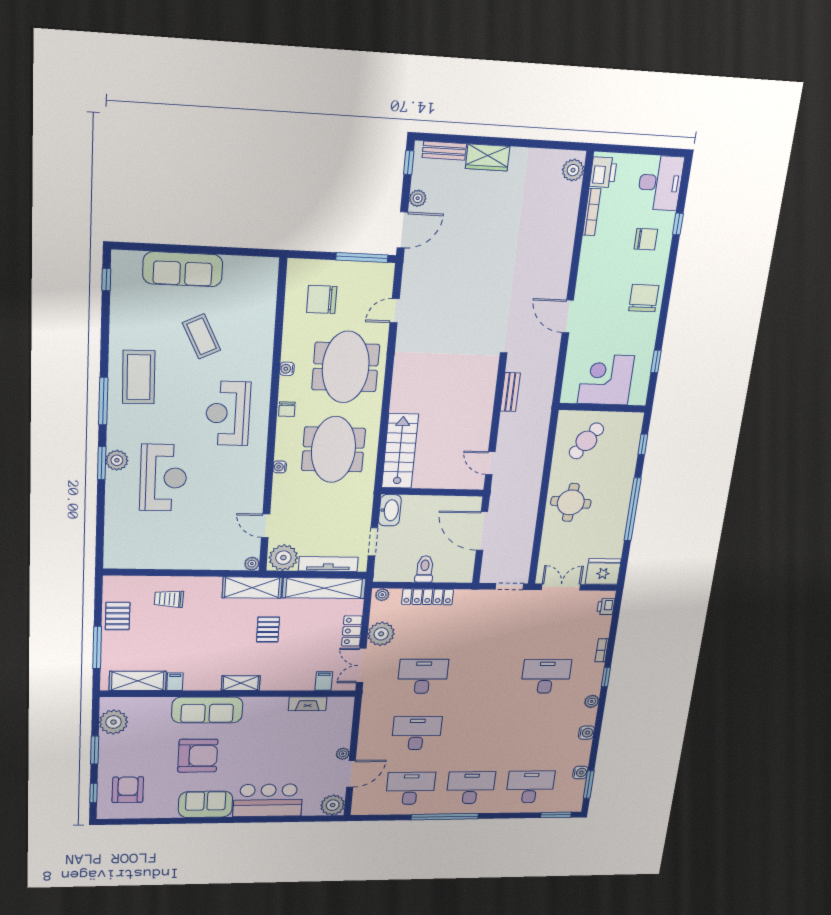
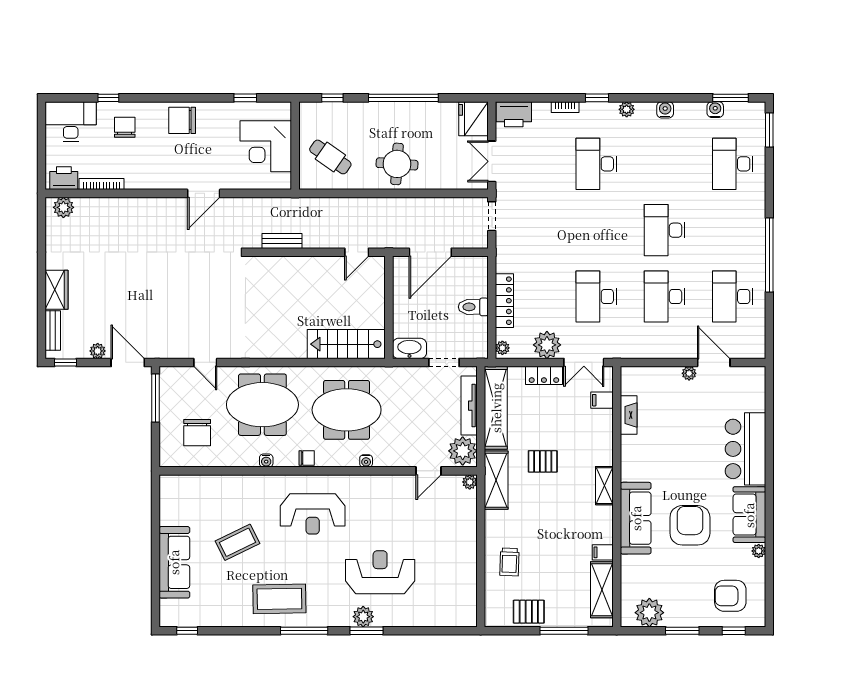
printer: (606, 607) -> (514, 114), width x1.87, depth x1.48
desk: (471, 788) -> (665, 230), moved
plant: (333, 805) -> (759, 551), moved, width x0.53, depth x0.53

